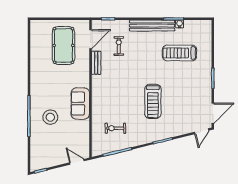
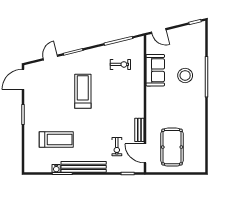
door: (91, 39) -> (145, 153), hinge flipped
sofa: (80, 104) -> (155, 70), moved
door: (202, 131) -> (50, 58), moved

